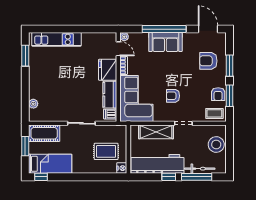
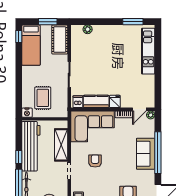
fridge: (108, 70) -> (115, 101), width x0.53, depth x0.75

